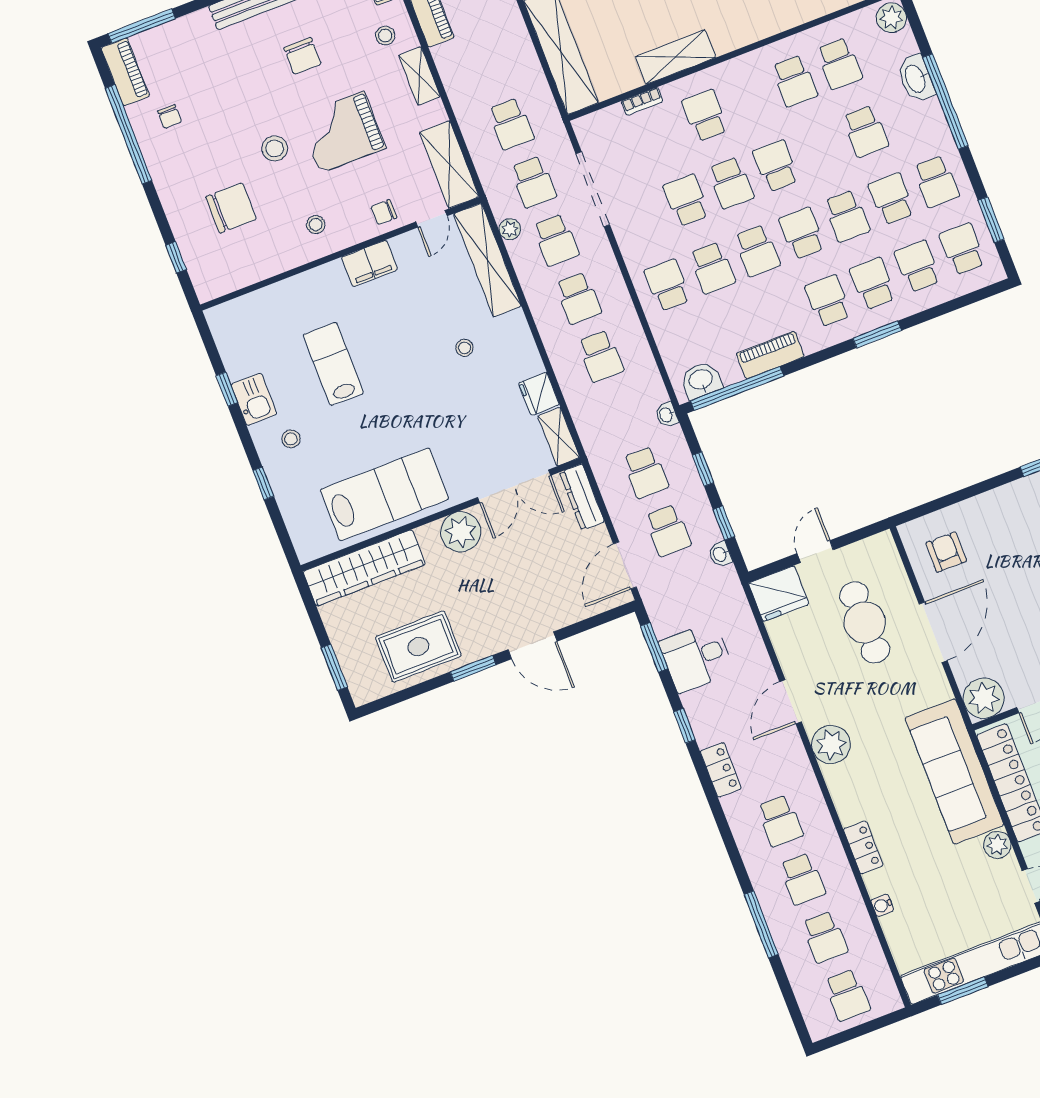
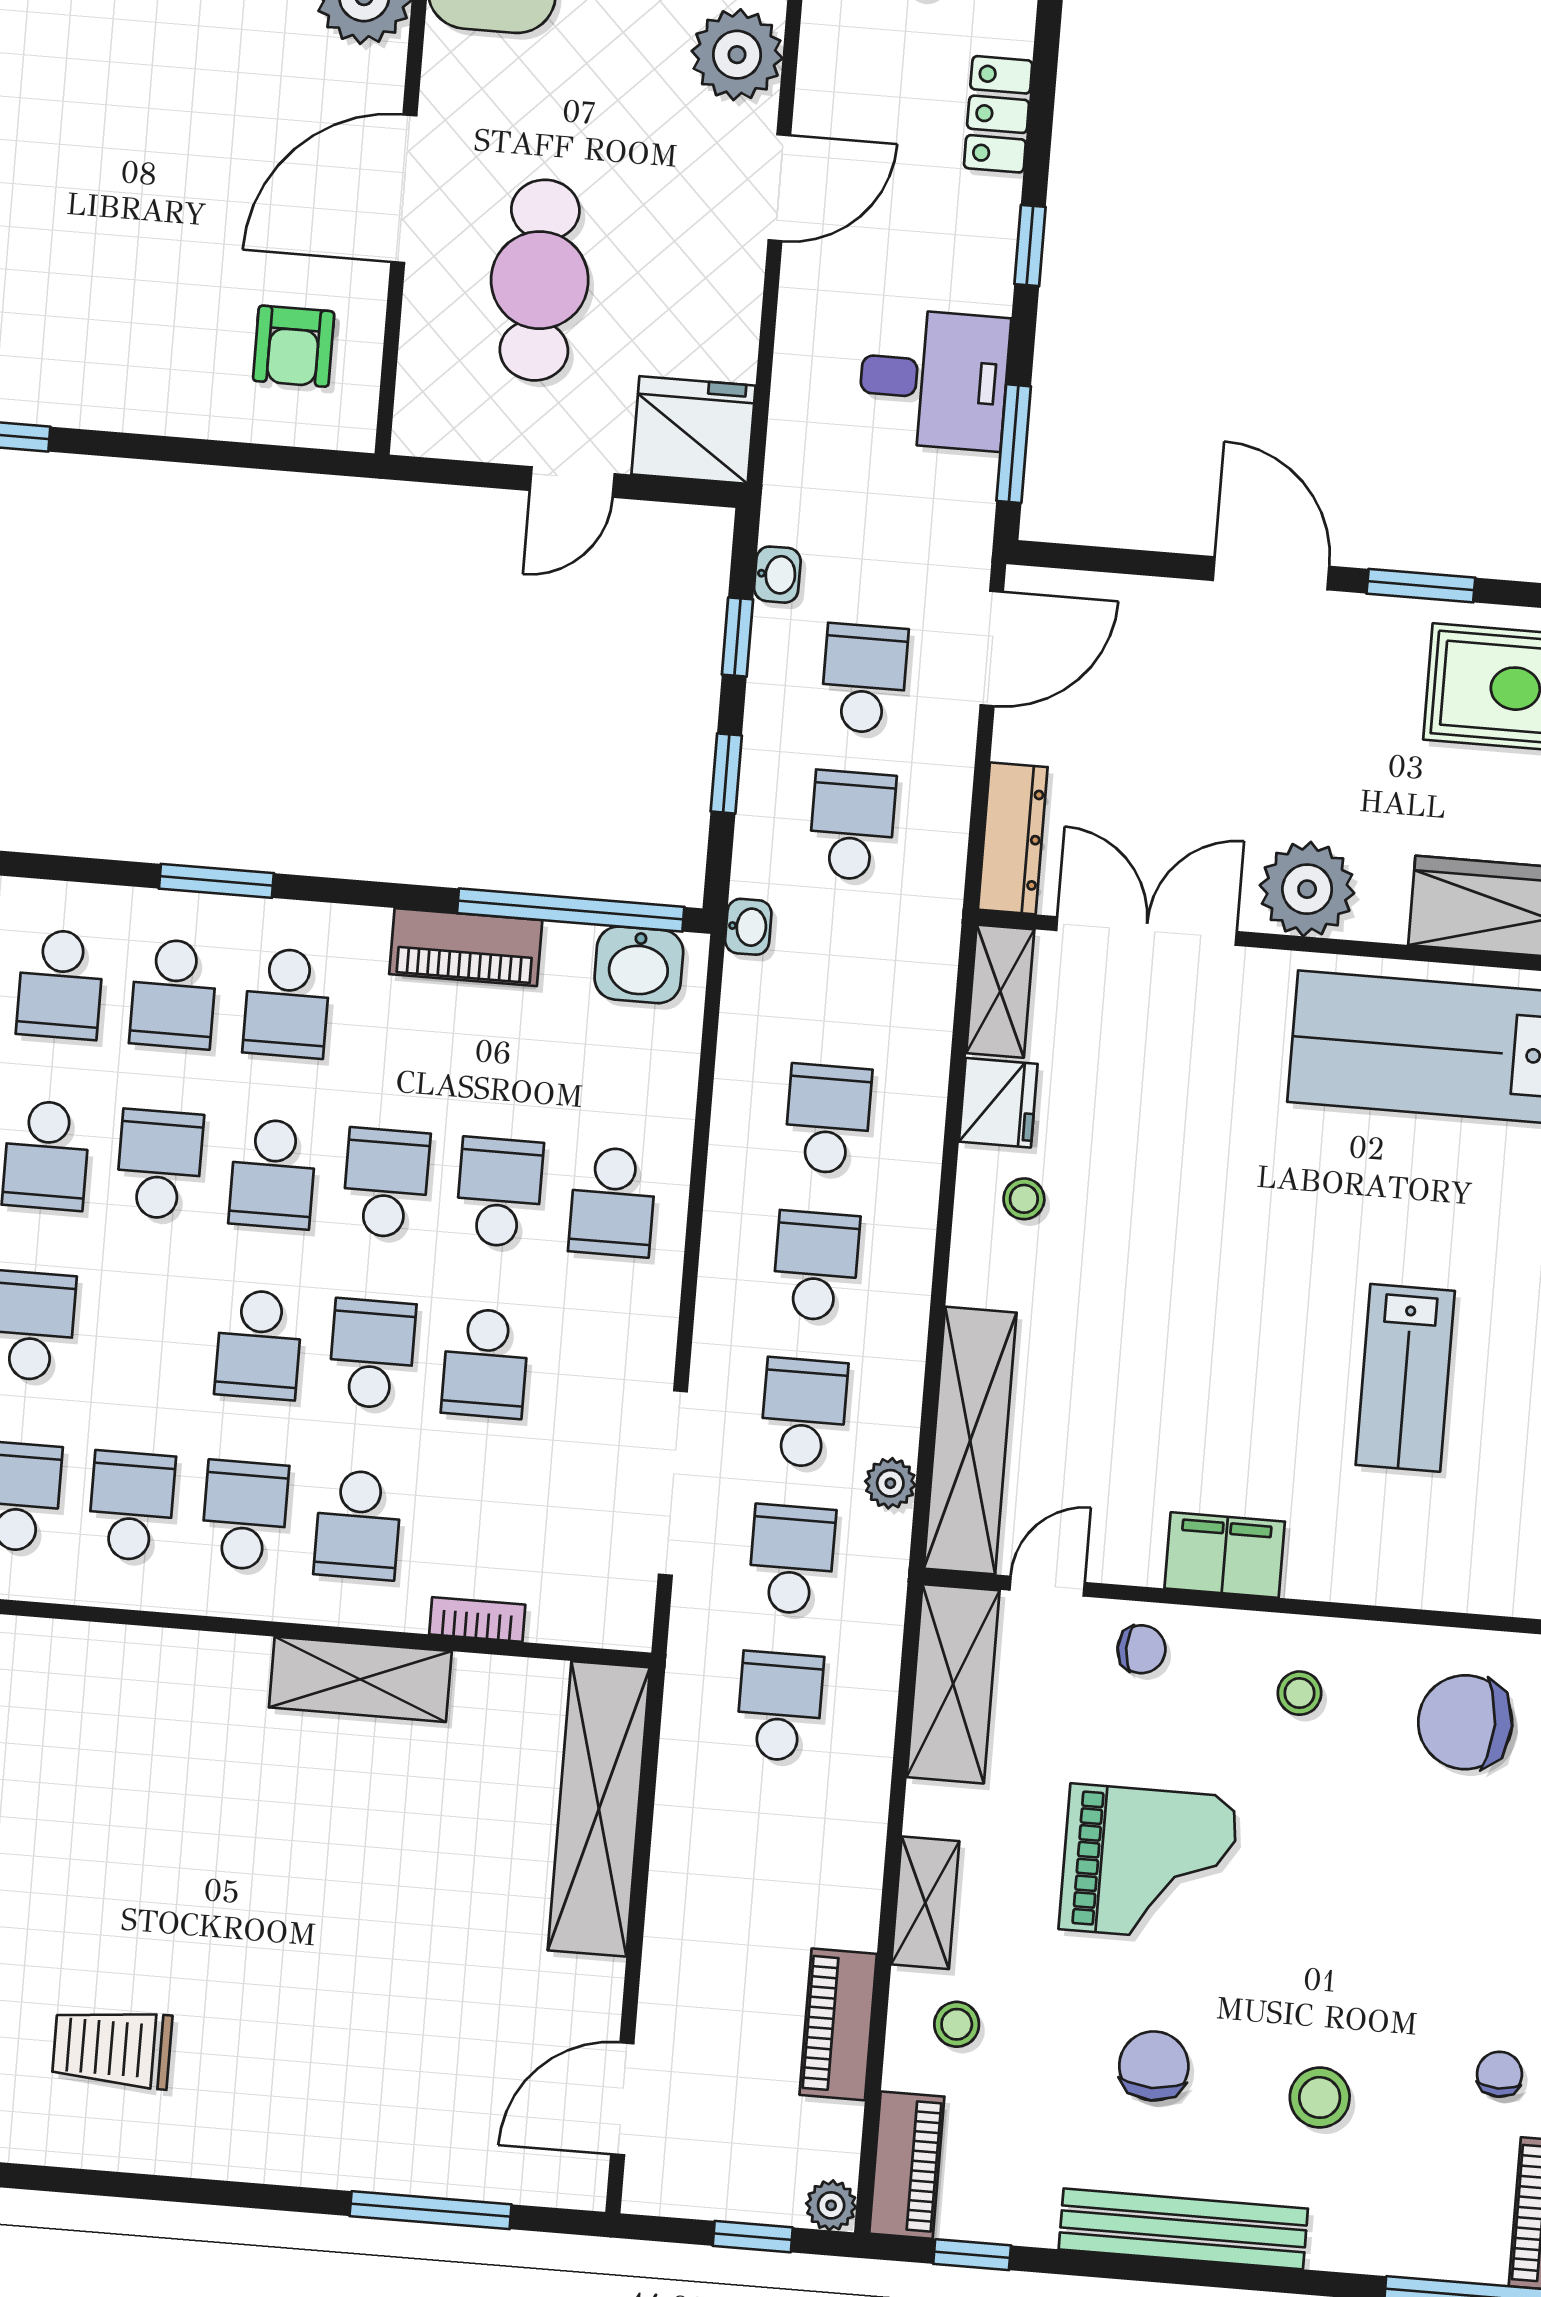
school desk: (750, 98) -> (245, 1515), added
stool: (275, 148) -> (1320, 2097), moved
chair: (231, 208) -> (1465, 1722), moved
stool: (464, 348) -> (1024, 1199), moved

